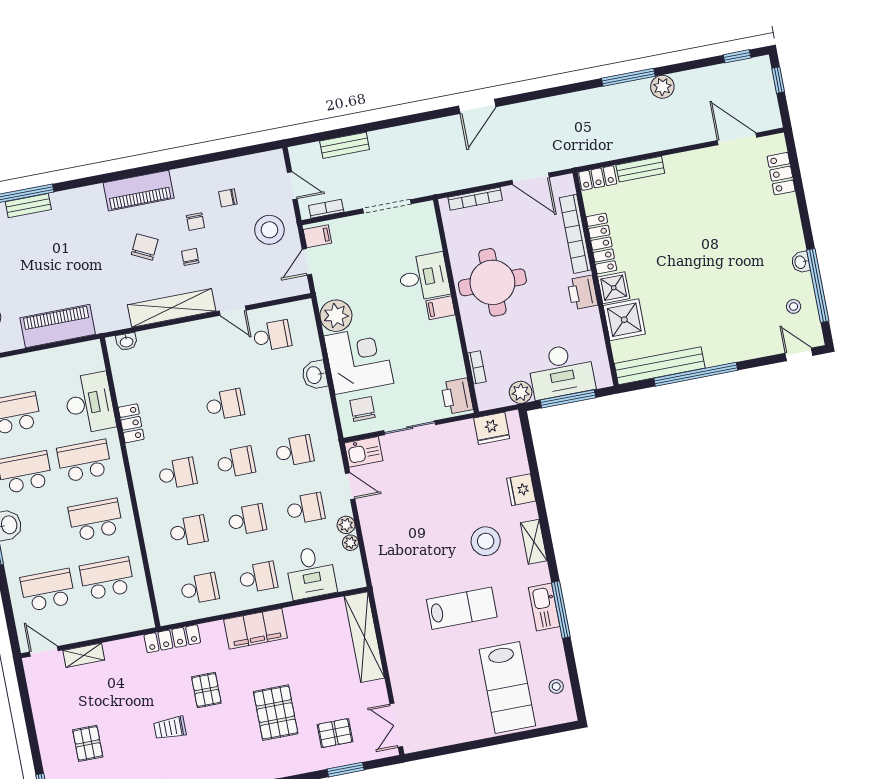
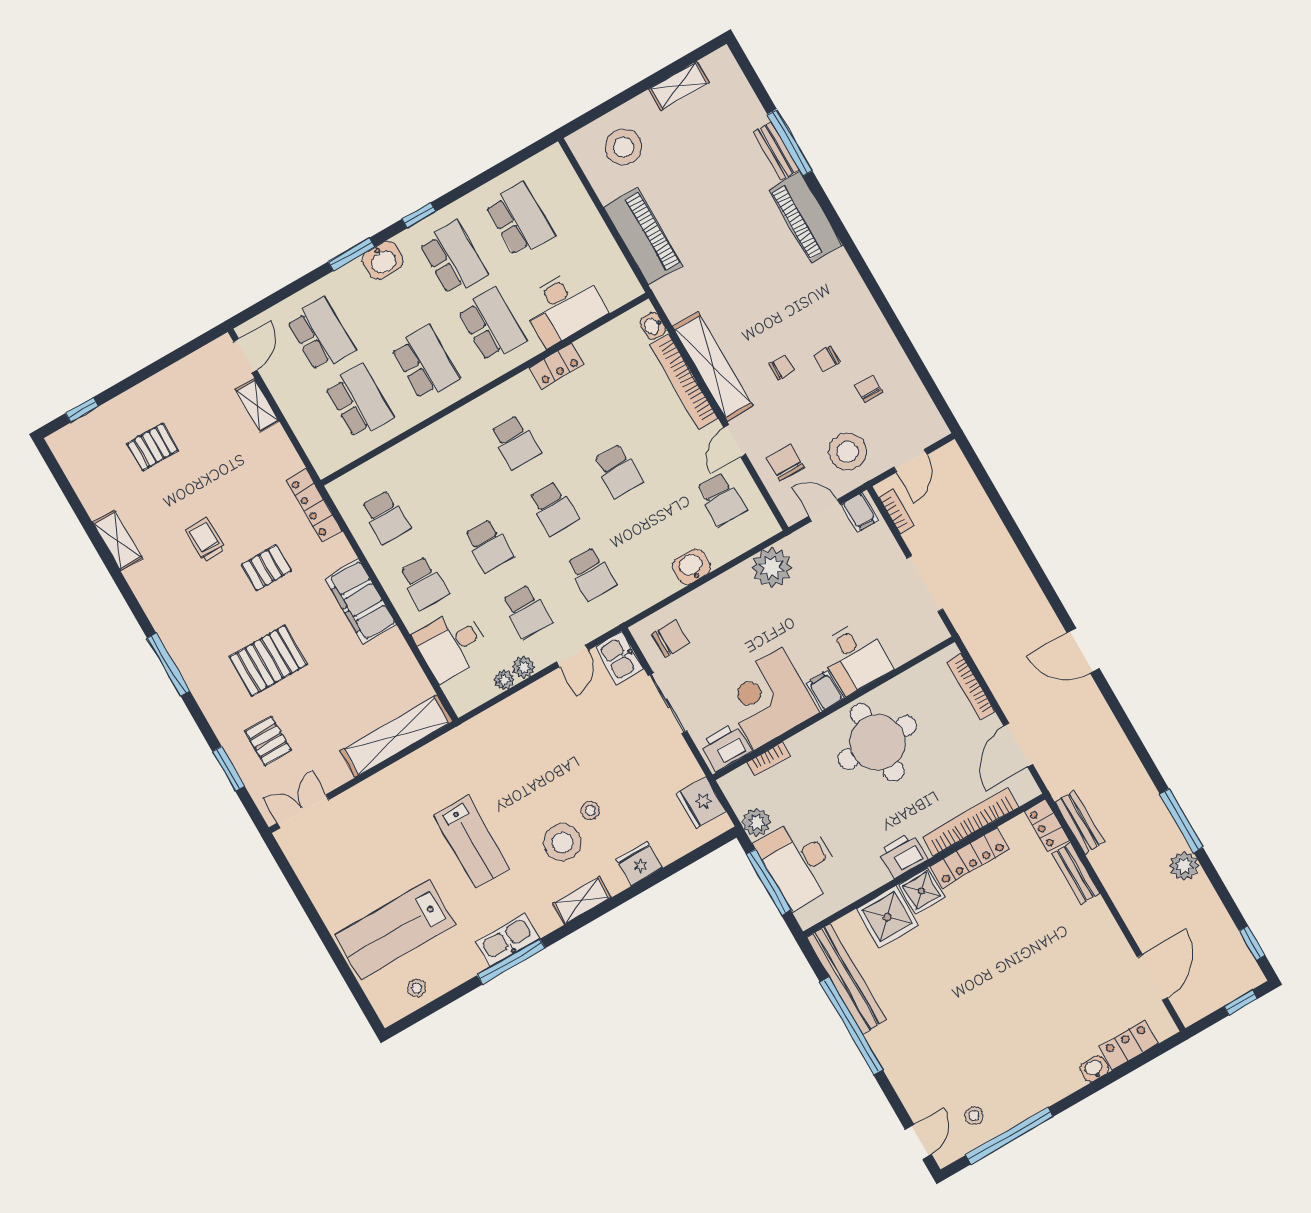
bench: (345, 145) -> (1080, 822), moved
piano: (139, 191) -> (806, 217), moved
chair: (145, 247) -> (785, 462), moved, turned -116
washbasin: (801, 262) -> (1094, 1069), moved
bookcase: (176, 333) -> (684, 382), added
corner desk: (359, 360) -> (768, 698), moved, turned 180
stool: (469, 512) -> (590, 811), added
school desk: (188, 531) -> (451, 480), removed

